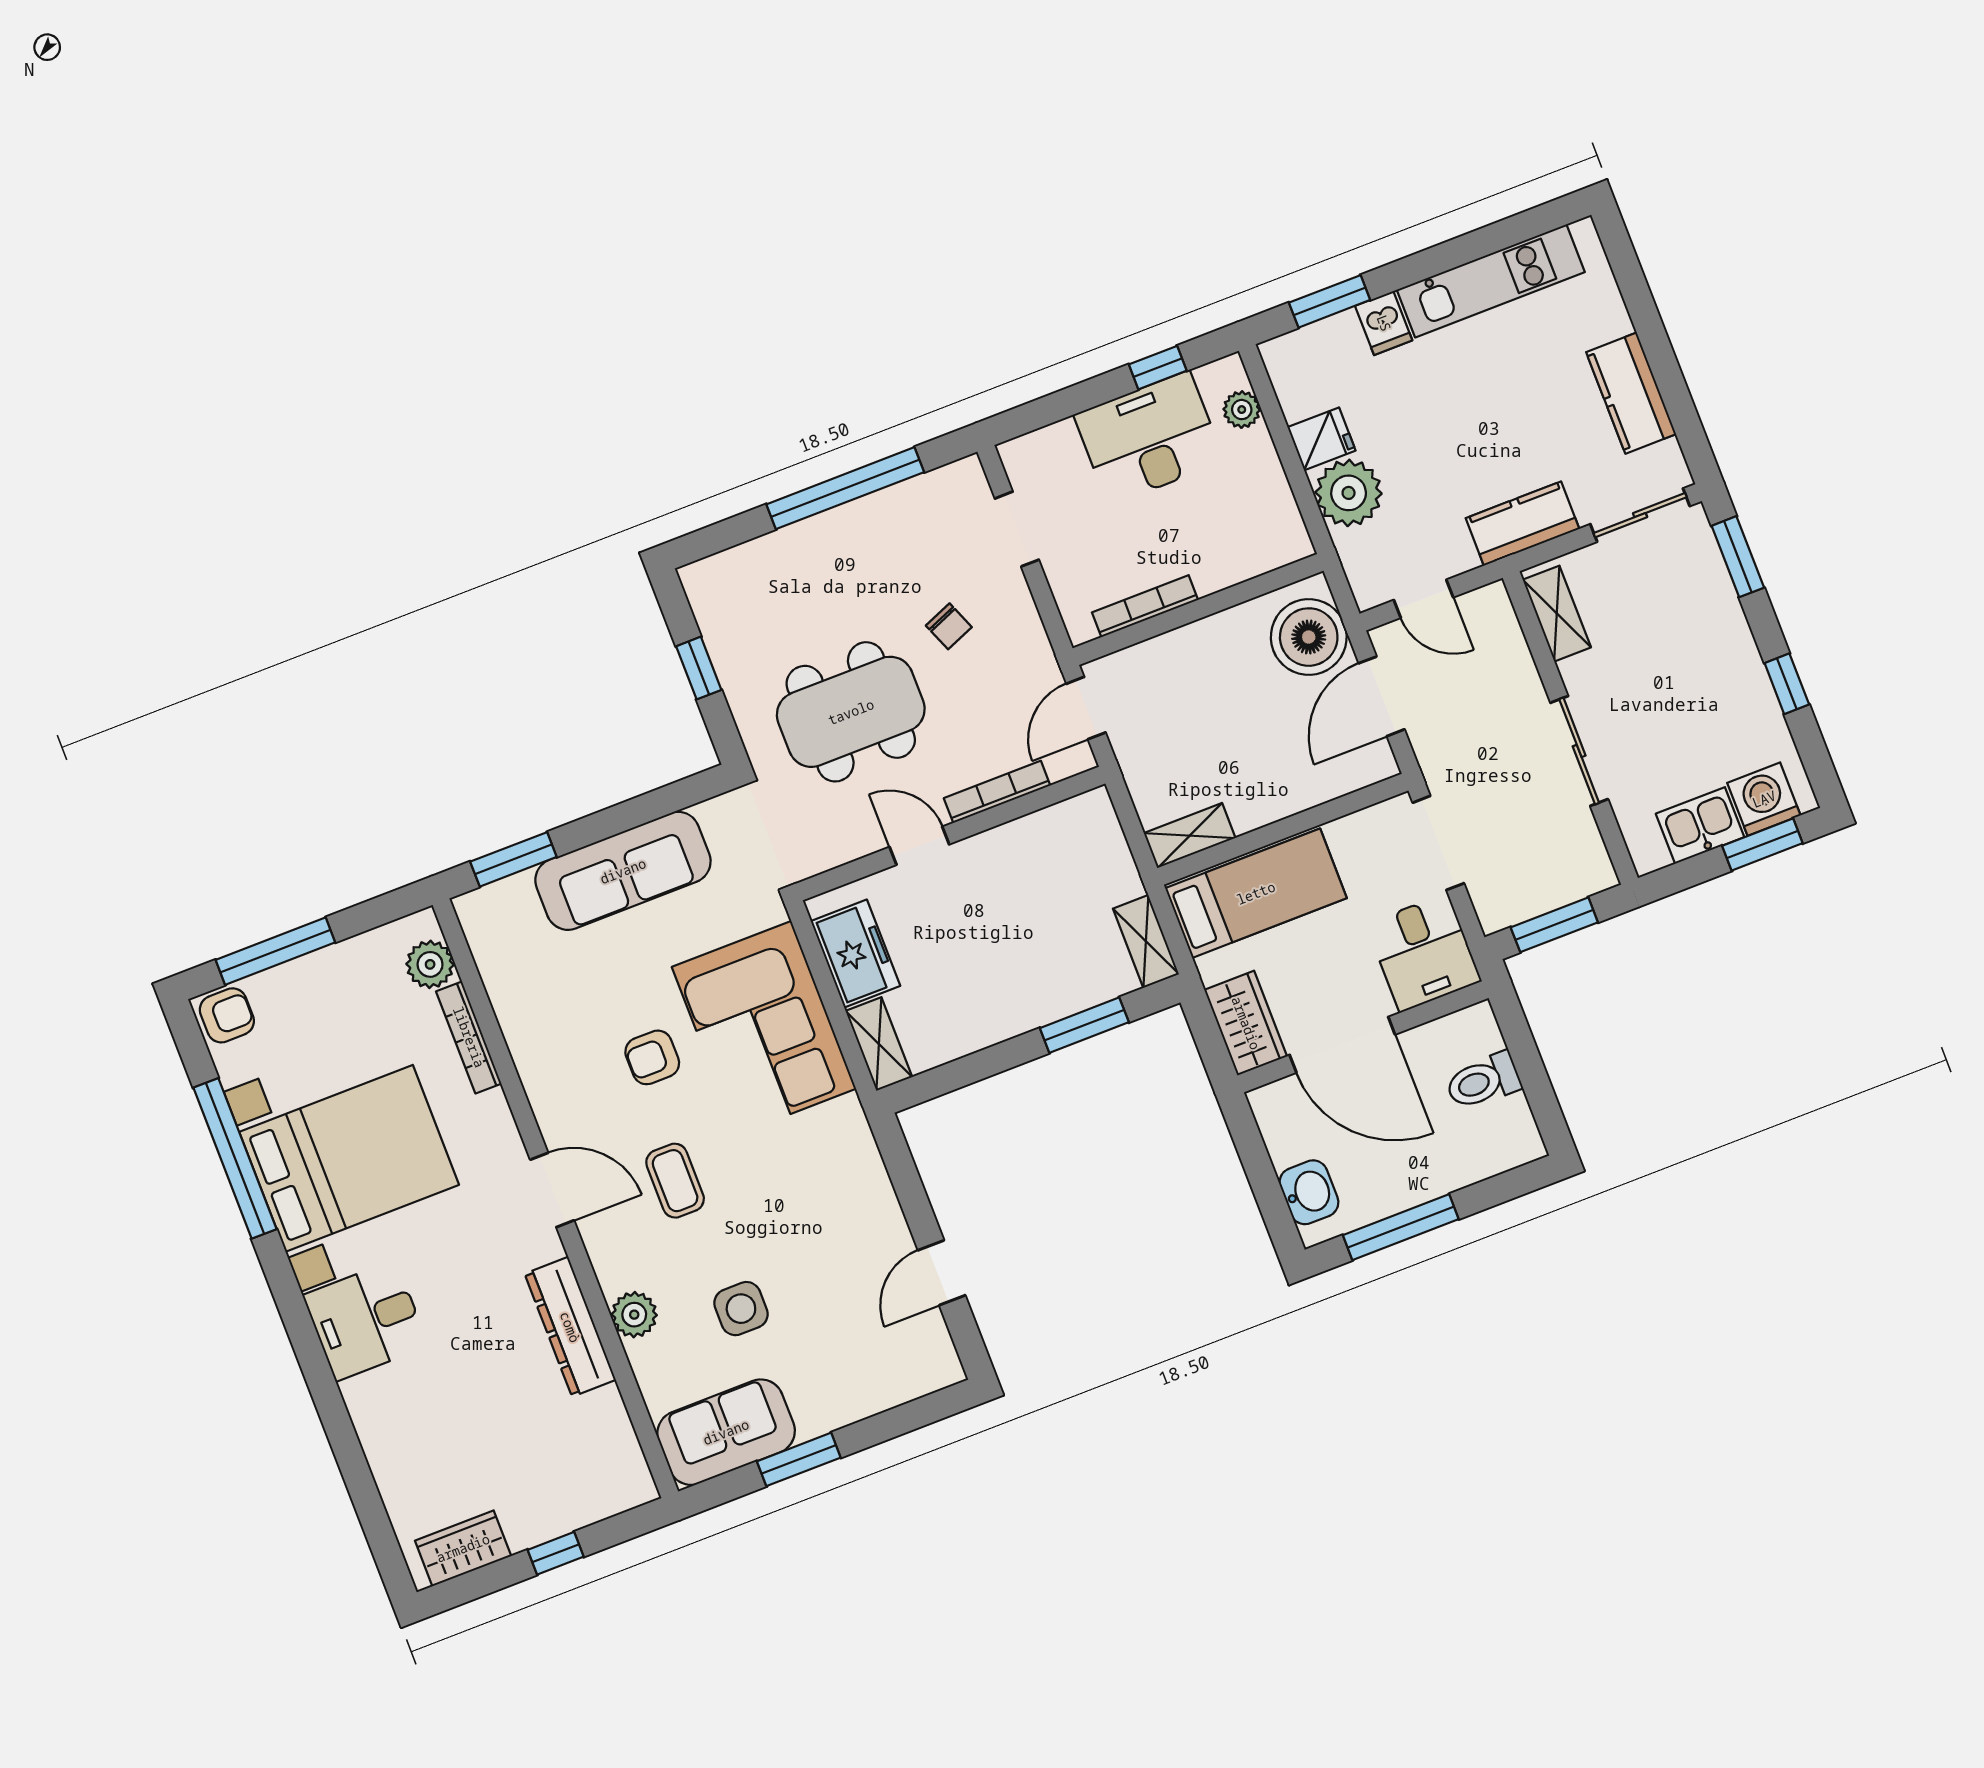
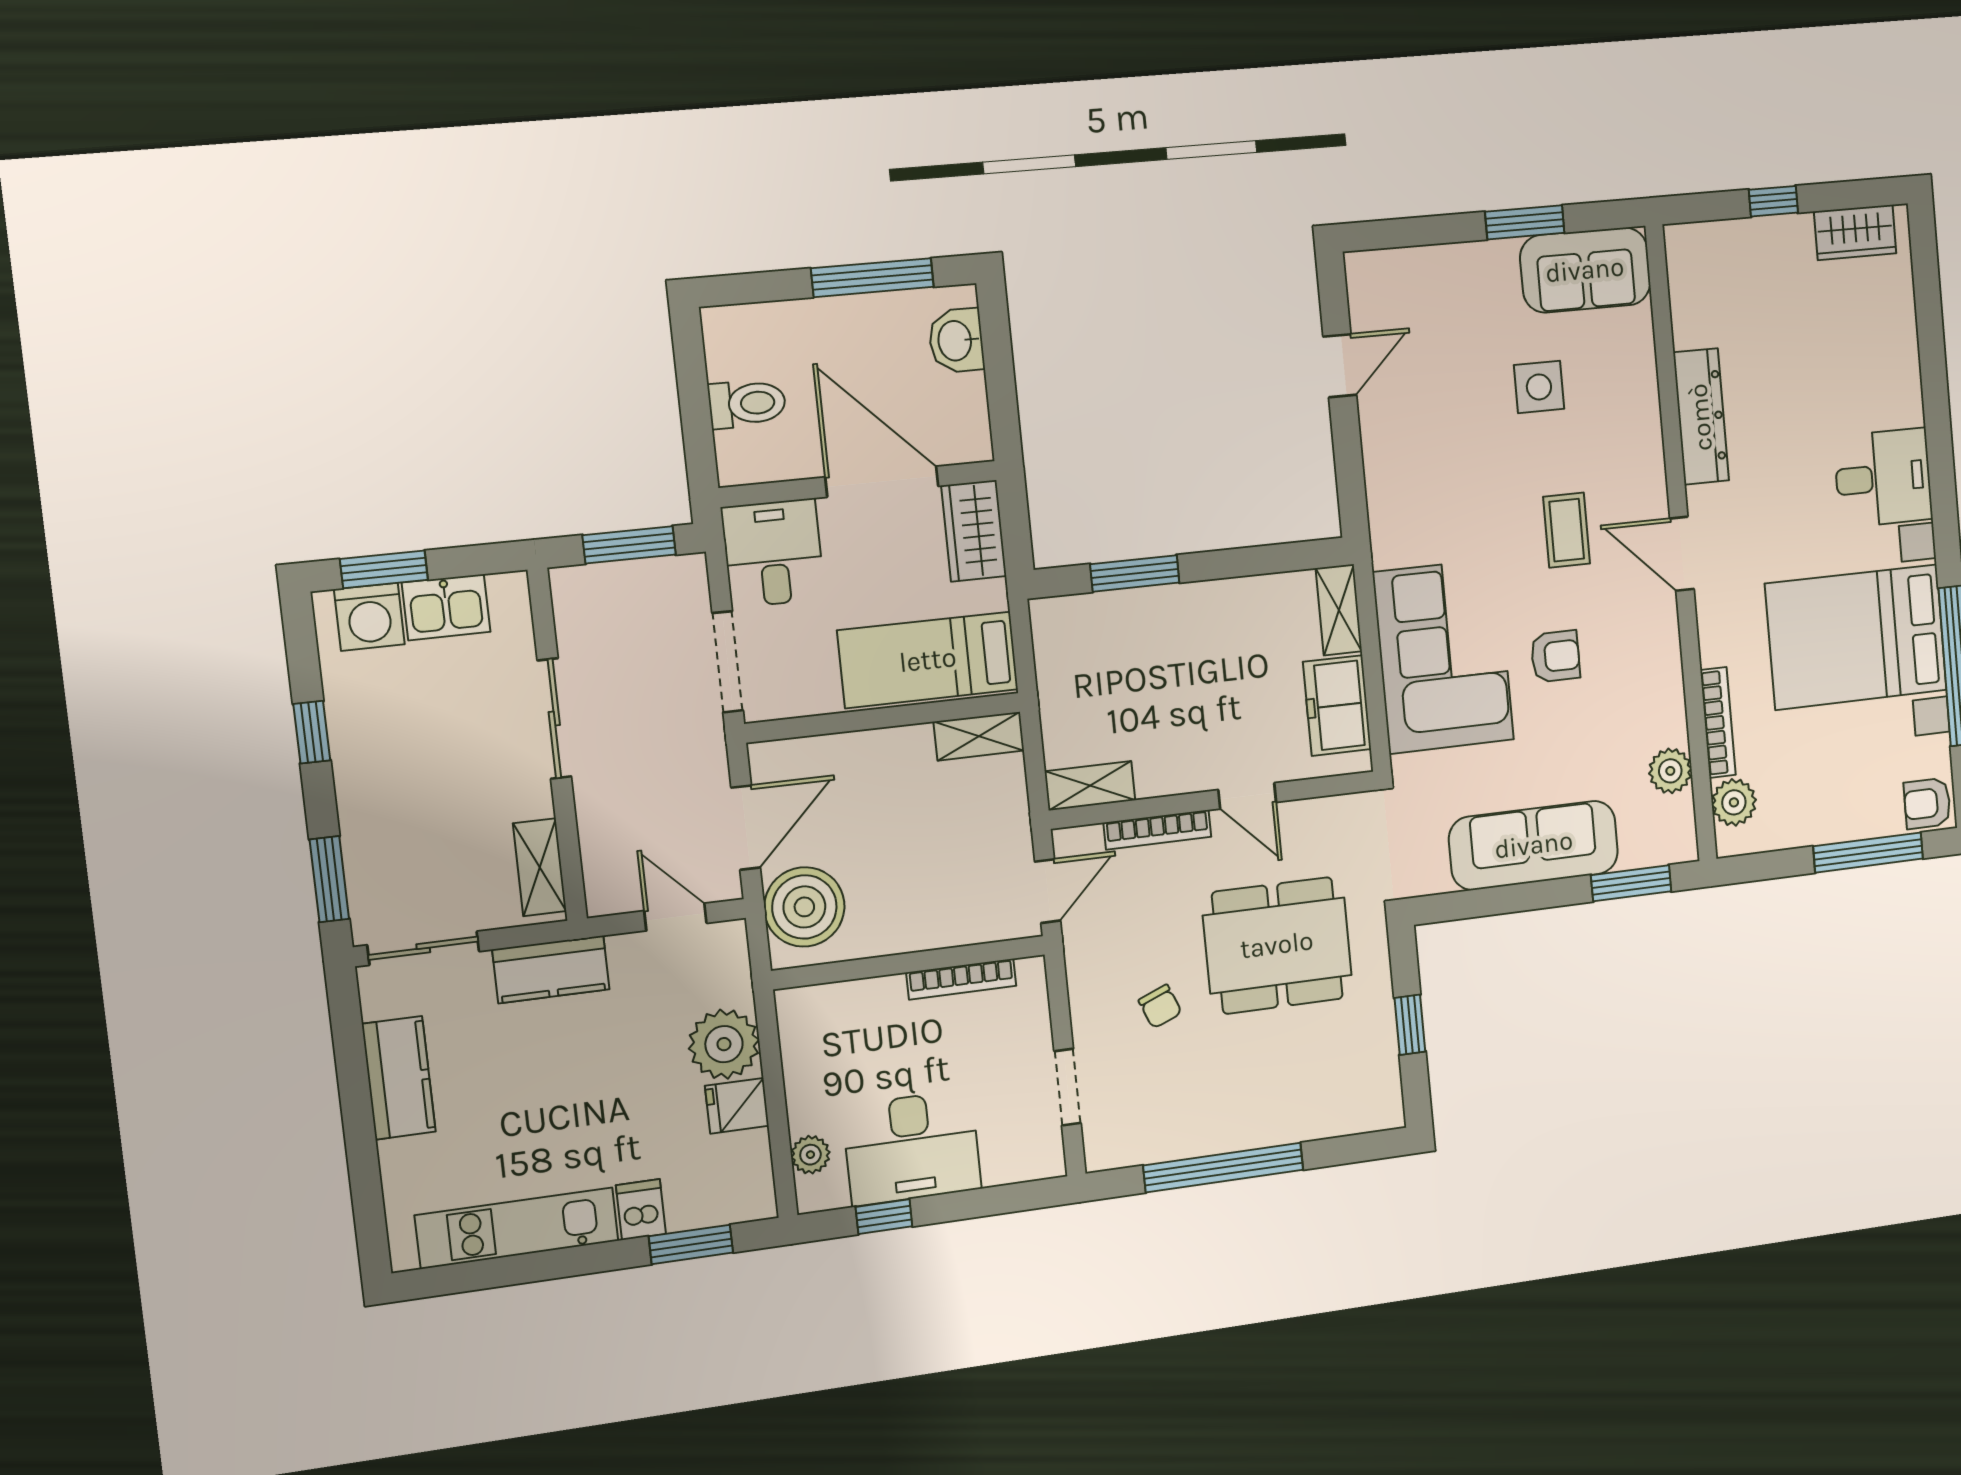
chair: (949, 626) -> (1160, 1006), turned 180
shelving: (1146, 941) -> (1090, 786), moved, turned 90
plant: (634, 1315) -> (1670, 771), moved

